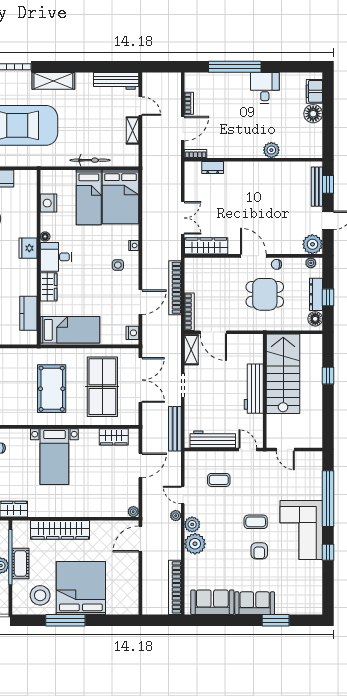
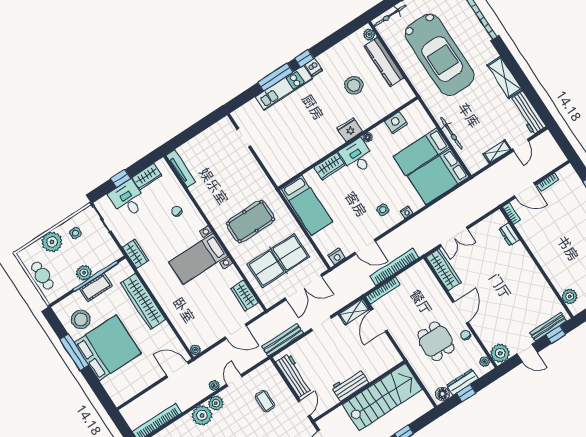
shelving: (53, 81) -> (505, 77), moved
plant: (271, 150) -> (570, 296), moved
kitchen counter: (28, 313) -> (298, 164), removed
workbench: (254, 389) -> (350, 385), width x0.73

